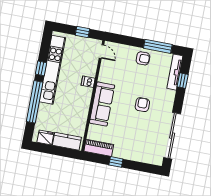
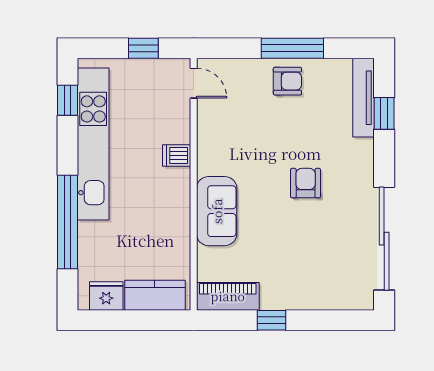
window: (158, 46) -> (292, 48), moved
window: (41, 68) -> (68, 100), moved
sofa: (102, 104) -> (217, 211), width x0.73

